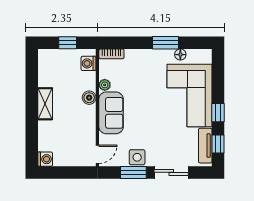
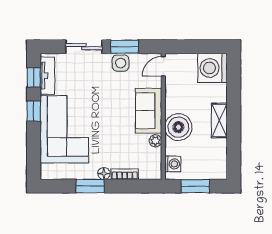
window: (68, 43) -> (195, 186), width x1.50
bookcase: (111, 54) -> (125, 174), moved
floor lamp: (180, 55) -> (104, 173), moved
boiler: (89, 98) -> (178, 127), width x1.86, depth x1.86
washing machine: (45, 159) -> (213, 68), width x1.89, depth x1.89

